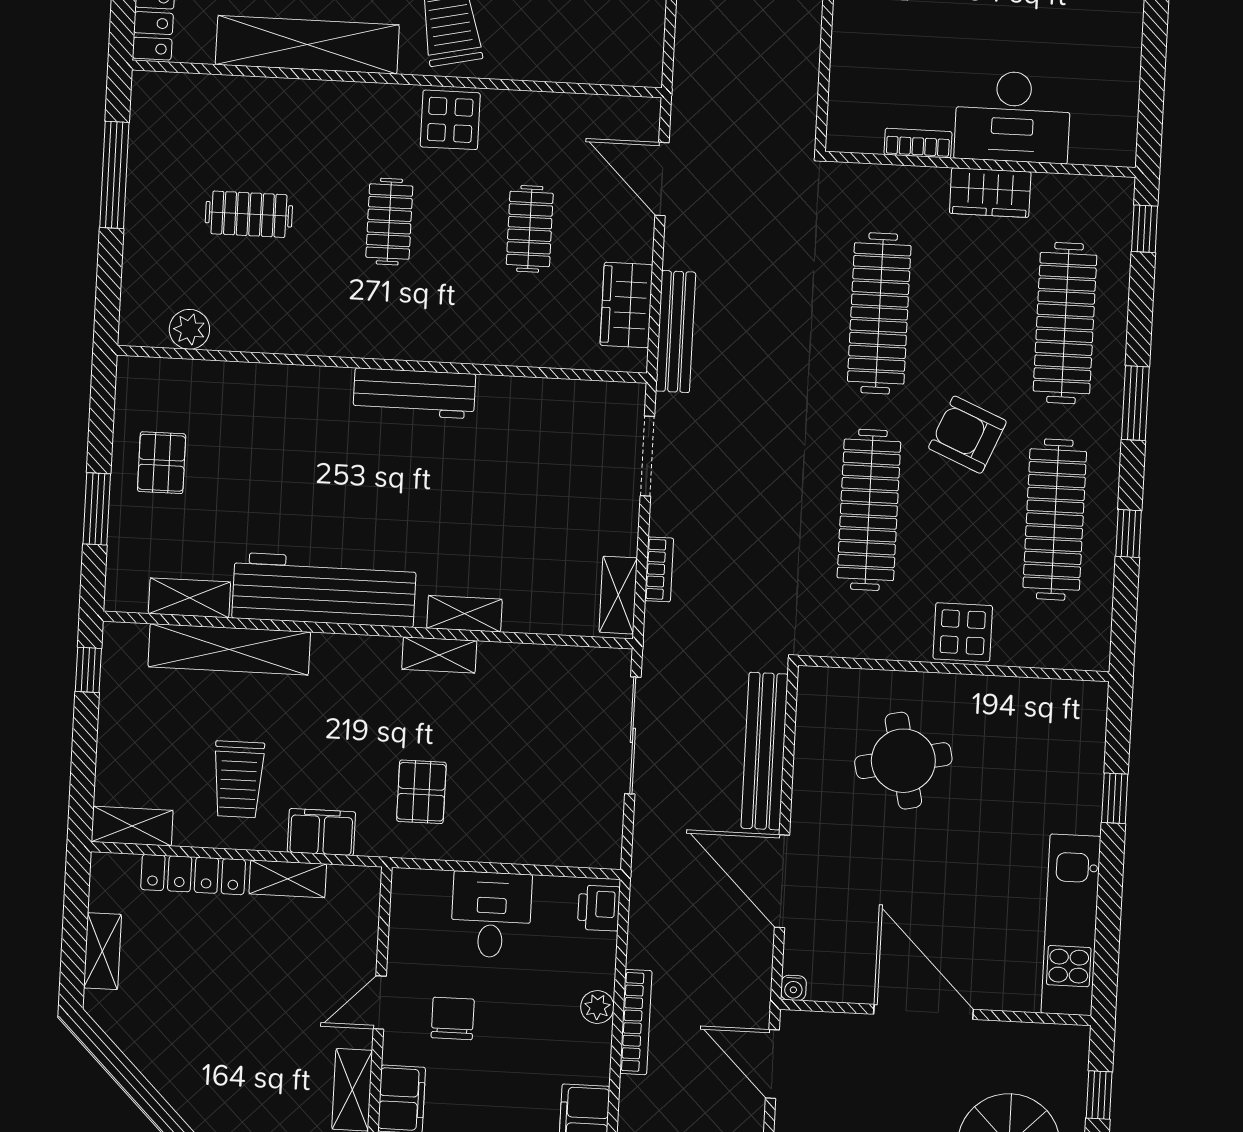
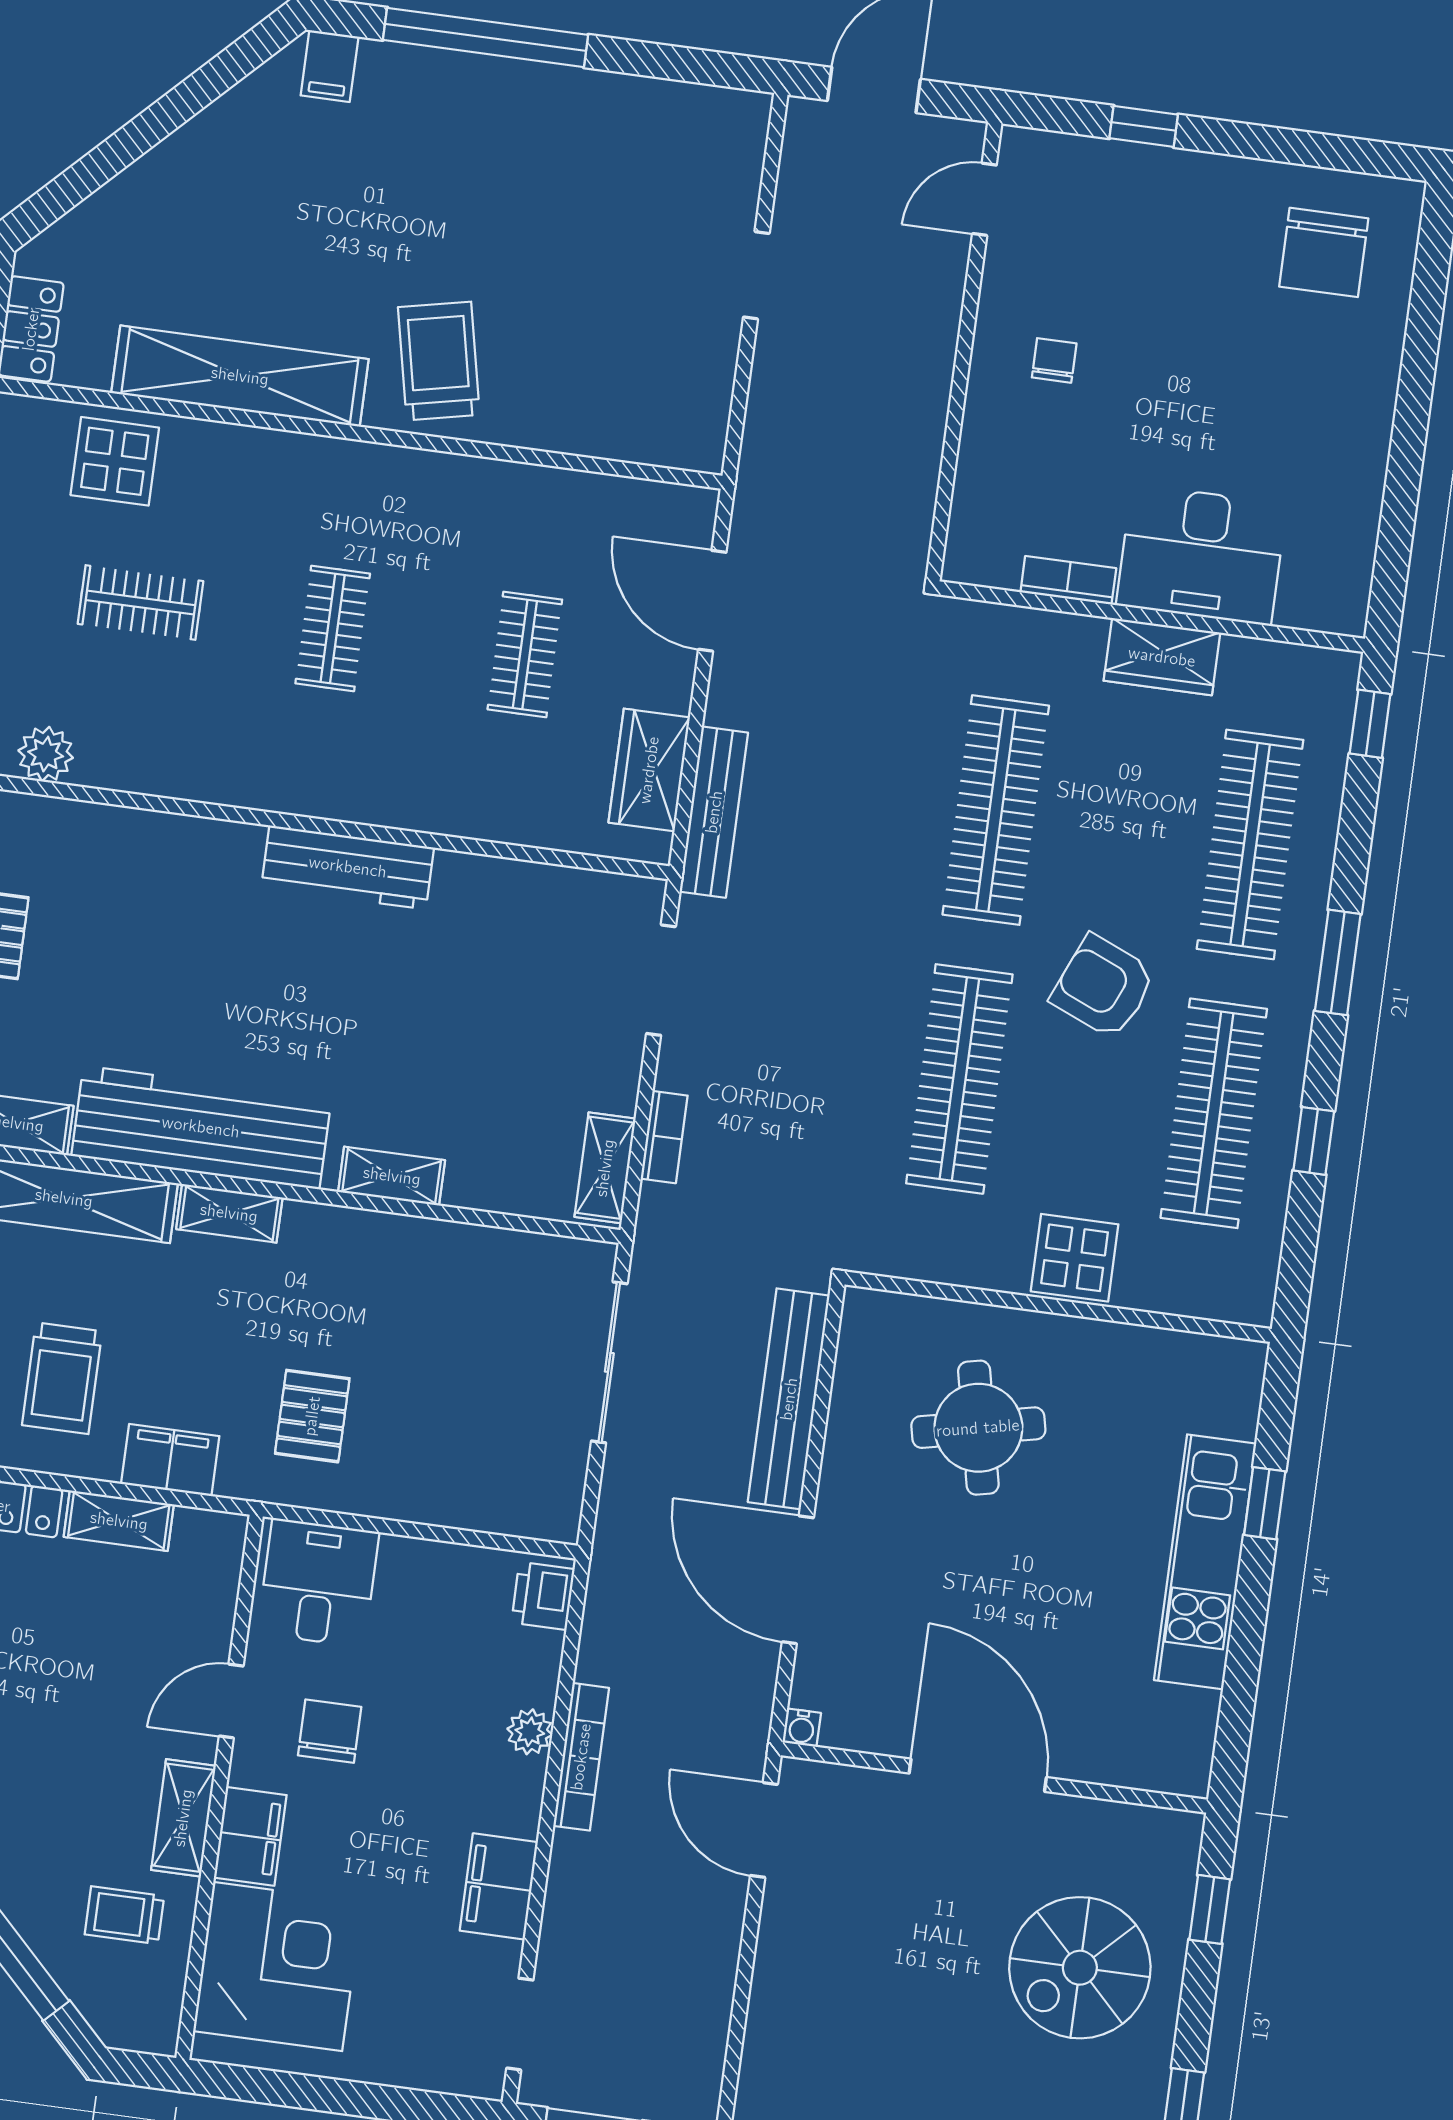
display table: (450, 120) -> (115, 461), moved
shelving: (439, 655) -> (229, 1213), moved
desk: (491, 915) -> (318, 1583), moved
kitchen unit: (1071, 925) -> (1205, 1562), moved

